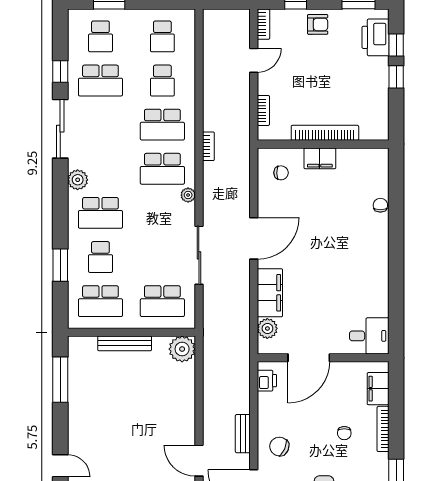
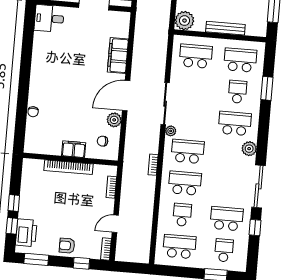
school desk: (162, 36) -> (179, 247), width x1.85
sliding door: (199, 255) -> (165, 104), moved
plant: (267, 328) -> (114, 120), moved

